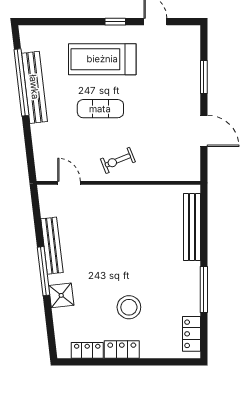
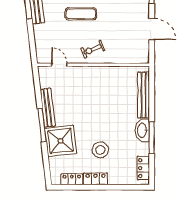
washbasin: (190, 279) -> (142, 130), added
shower: (61, 295) -> (61, 141), width x1.86, depth x1.86

